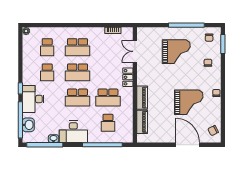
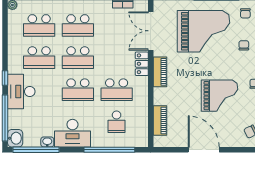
school desk: (47, 47) -> (39, 25), width x1.85
double door: (135, 51) -> (151, 31), width x1.37
grand piano: (176, 52) -> (203, 31), width x1.37, depth x1.48
school desk: (47, 72) -> (39, 58), width x1.85
piano: (142, 98) -> (160, 72), moved
washbasin: (28, 125) -> (15, 138), moved
door: (187, 145) -> (204, 150), moved

